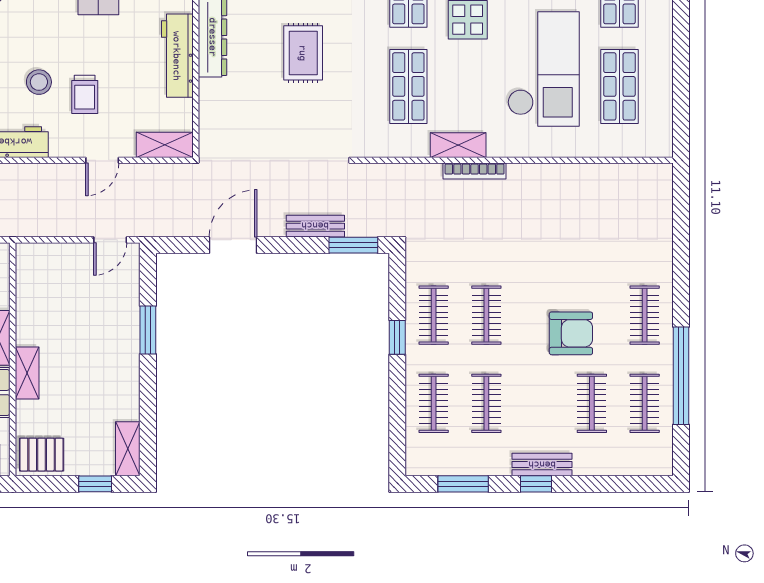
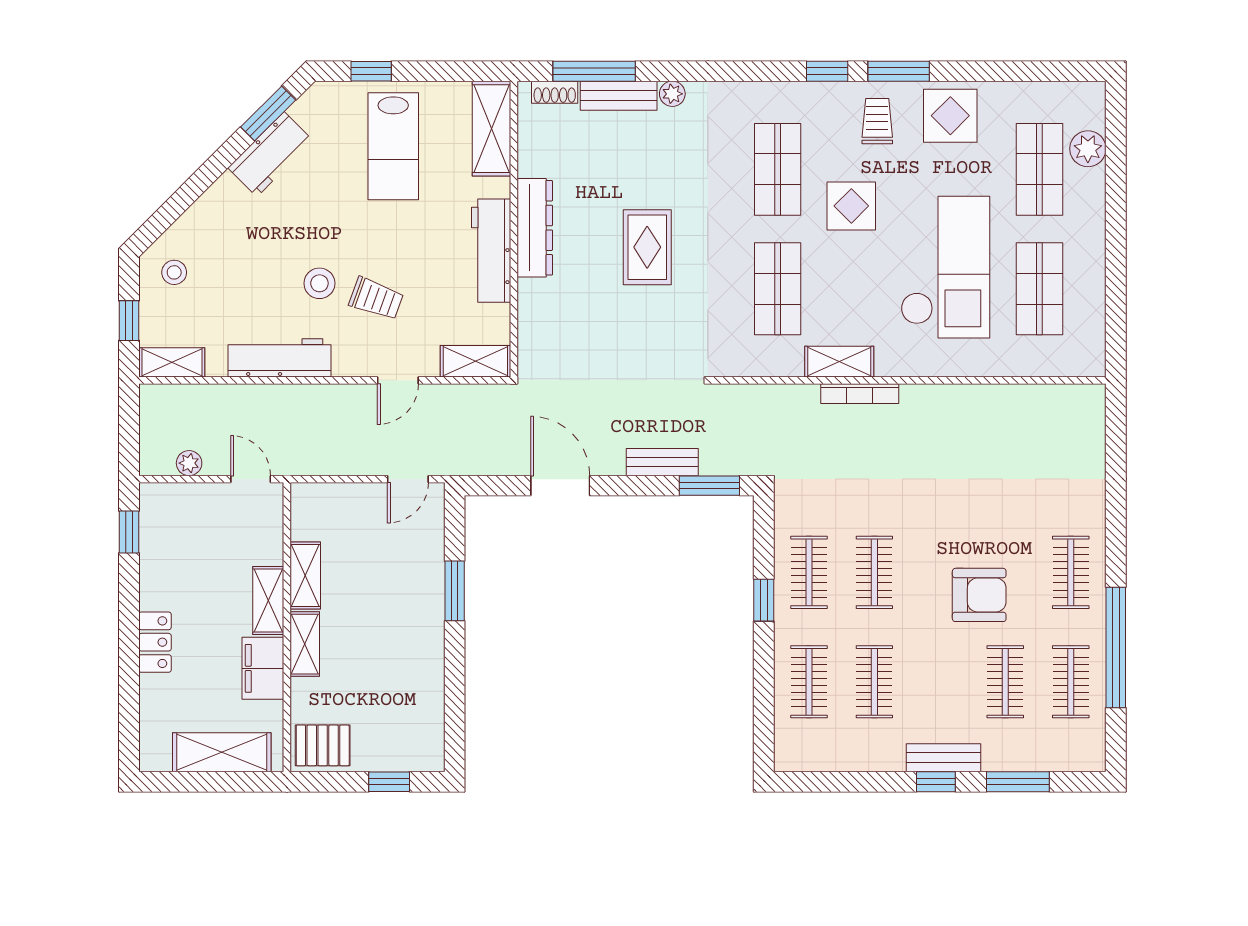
trolley: (85, 94) -> (376, 299), turned -70
door: (233, 245) -> (560, 486), hinge flipped
shelving: (128, 449) -> (305, 575), moved
window: (463, 484) -> (1018, 782), moved

